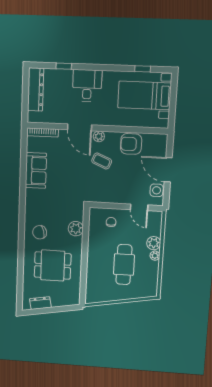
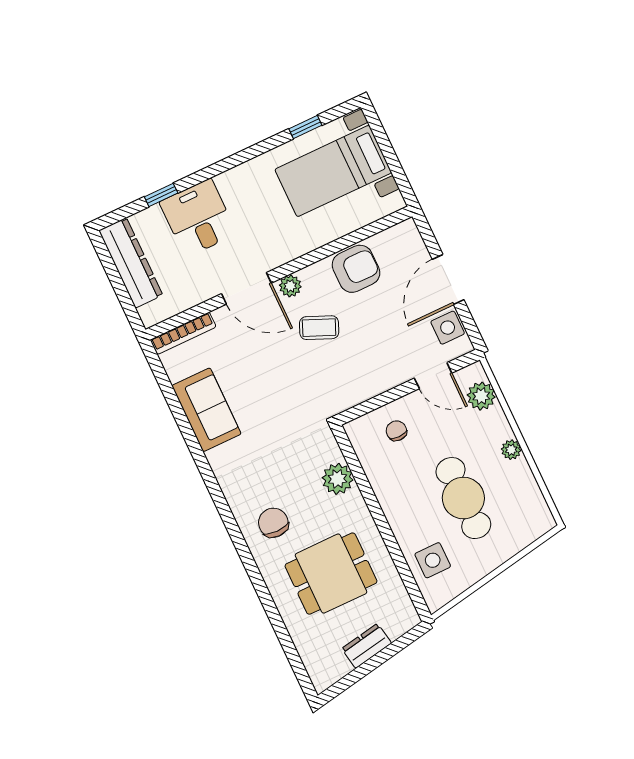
desk: (87, 86) -> (198, 218), moved
armchair: (131, 144) -> (356, 269), turned 180
door: (168, 170) -> (448, 280), hinge flipped
chair: (40, 232) -> (273, 523), turned 104
plant: (154, 243) -> (481, 396), moved
side table: (97, 283) -> (433, 560), added
dresser: (40, 303) -> (367, 646), moved

